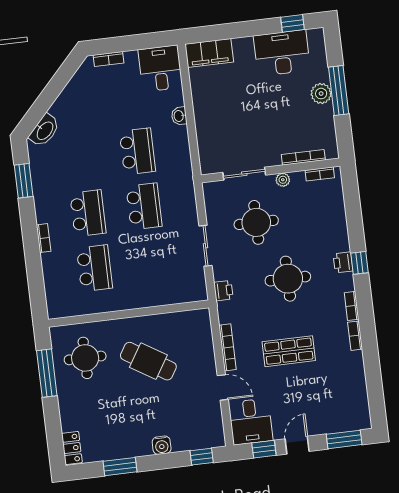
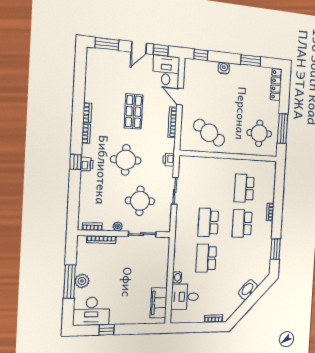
window: (293, 23) -> (107, 330), moved
filing cabinet: (209, 53) -> (159, 303), moved, turned -90
desk: (282, 53) -> (91, 311), moved
desk: (160, 68) -> (185, 297), moved, turned 90
washbasin: (45, 130) -> (248, 290), moved
shop shelf: (289, 351) -> (134, 111), turned 90
cafe table: (148, 361) -> (209, 133), moved
locker: (72, 448) -> (276, 85), width x1.53

